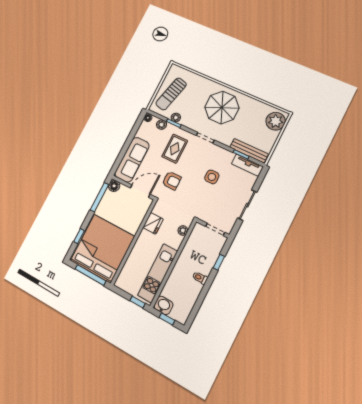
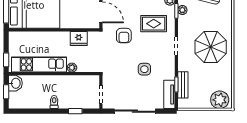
bench: (249, 151) -> (183, 85), width x0.73
sliding door: (247, 205) -> (135, 111), width x1.37
plant: (183, 230) -> (72, 68), moved

